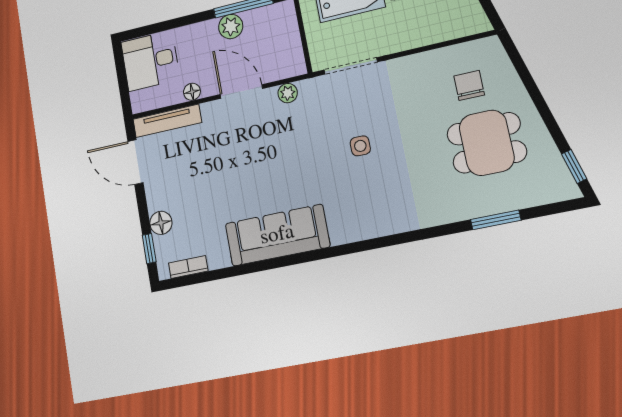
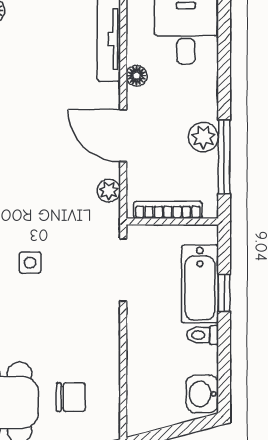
bookcase: (294, 41) -> (168, 210), added
door: (241, 92) -> (123, 136), swing flipped

